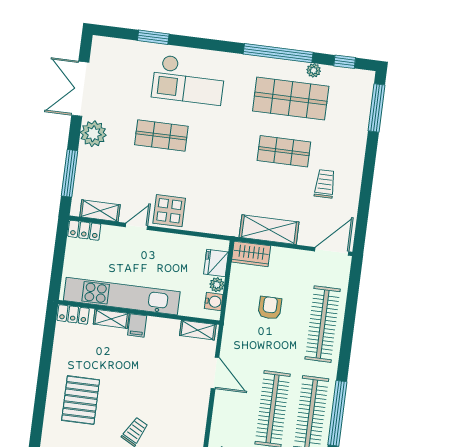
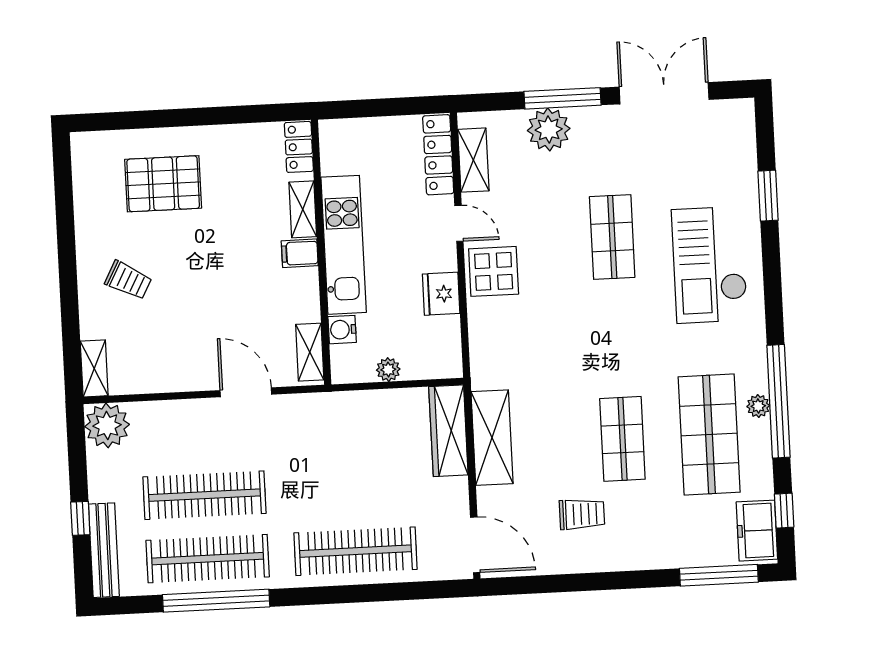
plant: (314, 70) -> (758, 406), moved
freezer: (354, 80) -> (757, 531), added
plant: (93, 134) -> (549, 129), moved
window: (69, 173) -> (562, 98), moved
locker: (84, 230) -> (438, 155), width x1.53
wardrobe: (251, 254) -> (448, 431), width x1.50
fridge: (216, 263) -> (441, 294), moved, turned -90
kitchen unit: (122, 296) -> (344, 245), width x0.73
water cooler: (214, 301) -> (342, 330), moved, turned 90
armchair: (270, 308) -> (366, 462), removed
door: (215, 373) -> (246, 392), swing flipped

